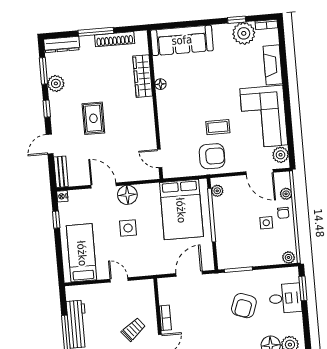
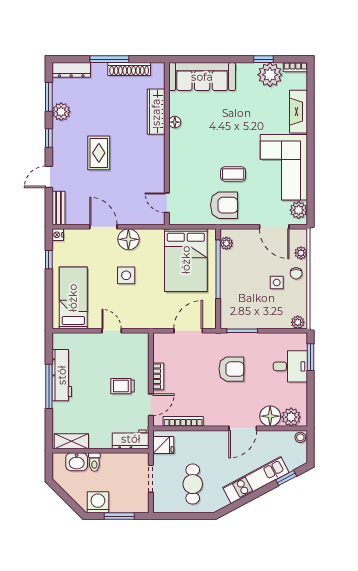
armchair: (244, 306) -> (231, 369), moved, turned -110
trolley: (133, 329) -> (122, 386), turned -141

